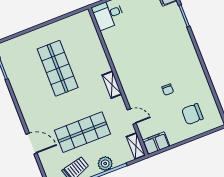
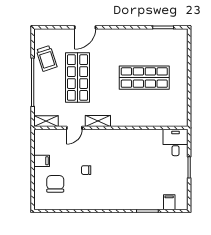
shelving: (112, 85) -> (98, 121), moved
filing cabinet: (156, 143) -> (42, 161), moved, width x0.50
plant: (105, 164) -> (41, 87), removed

